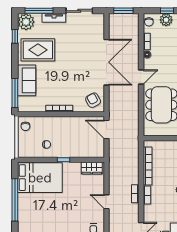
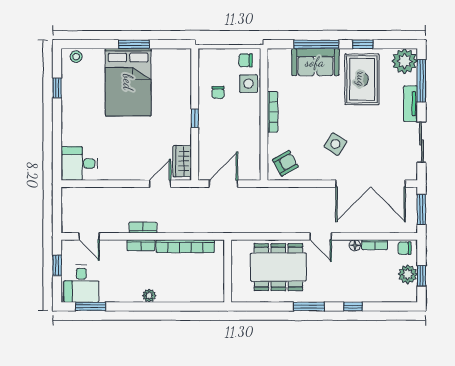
window: (15, 36) -> (363, 44), moved
double door: (106, 62) -> (371, 184), moved
side table: (80, 67) -> (335, 144), added
window: (15, 93) -> (316, 44), moved
side table: (41, 124) -> (248, 84), added
door: (106, 129) -> (223, 184), moved
bed: (40, 178) -> (128, 82), moved
window: (15, 200) -> (134, 44), width x0.47
door: (106, 202) -> (160, 184), moved

